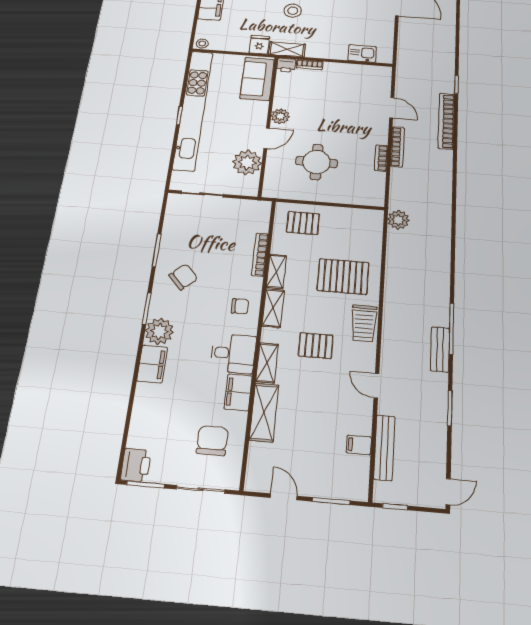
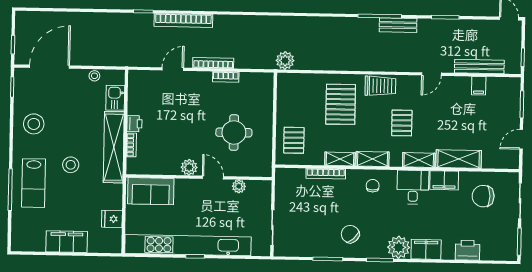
stool: (202, 44) -> (94, 76), moved
fridge: (259, 45) -> (112, 219), moved
shelving: (287, 49) -> (114, 147), width x2.20, depth x1.33
printer: (286, 65) -> (134, 124), moved
plant: (247, 163) -> (239, 186), width x0.53, depth x0.53
printer: (136, 465) -> (468, 250), moved

